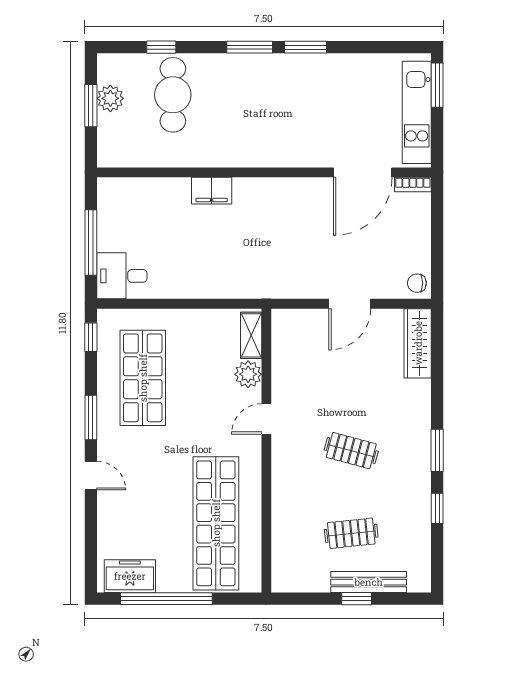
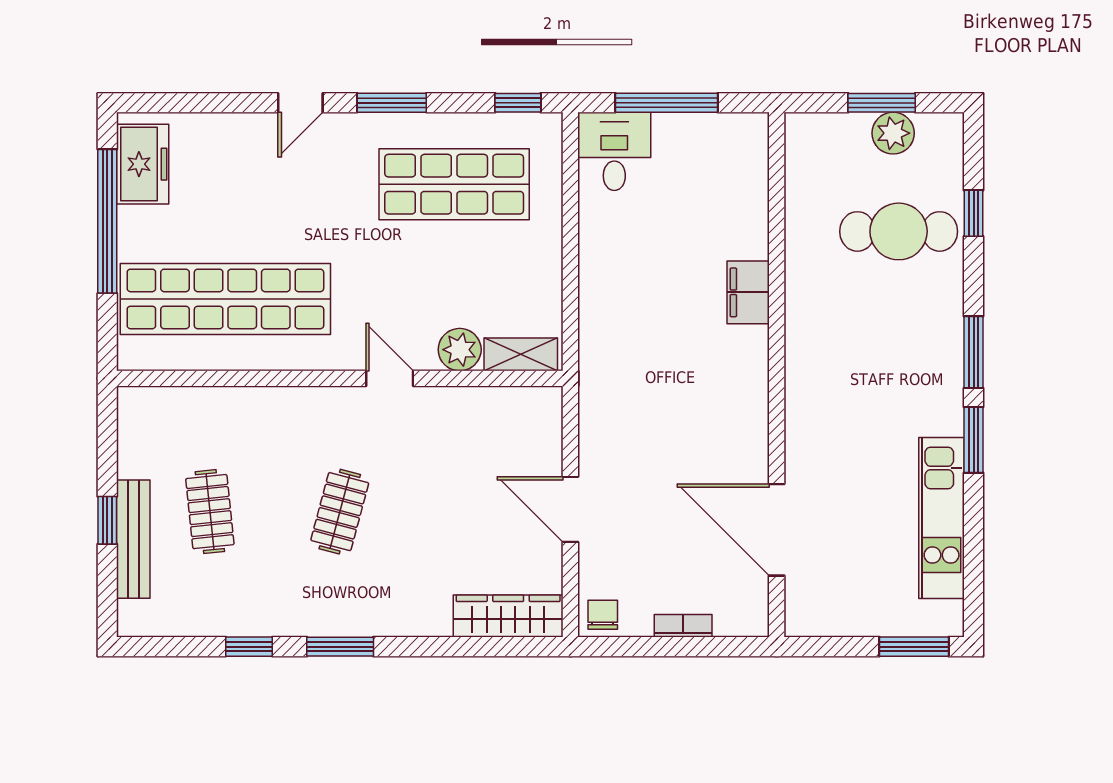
kitchen unit: (417, 112) -> (942, 518), moved, turned -90
bookcase: (413, 185) -> (683, 626), moved, turned 90

